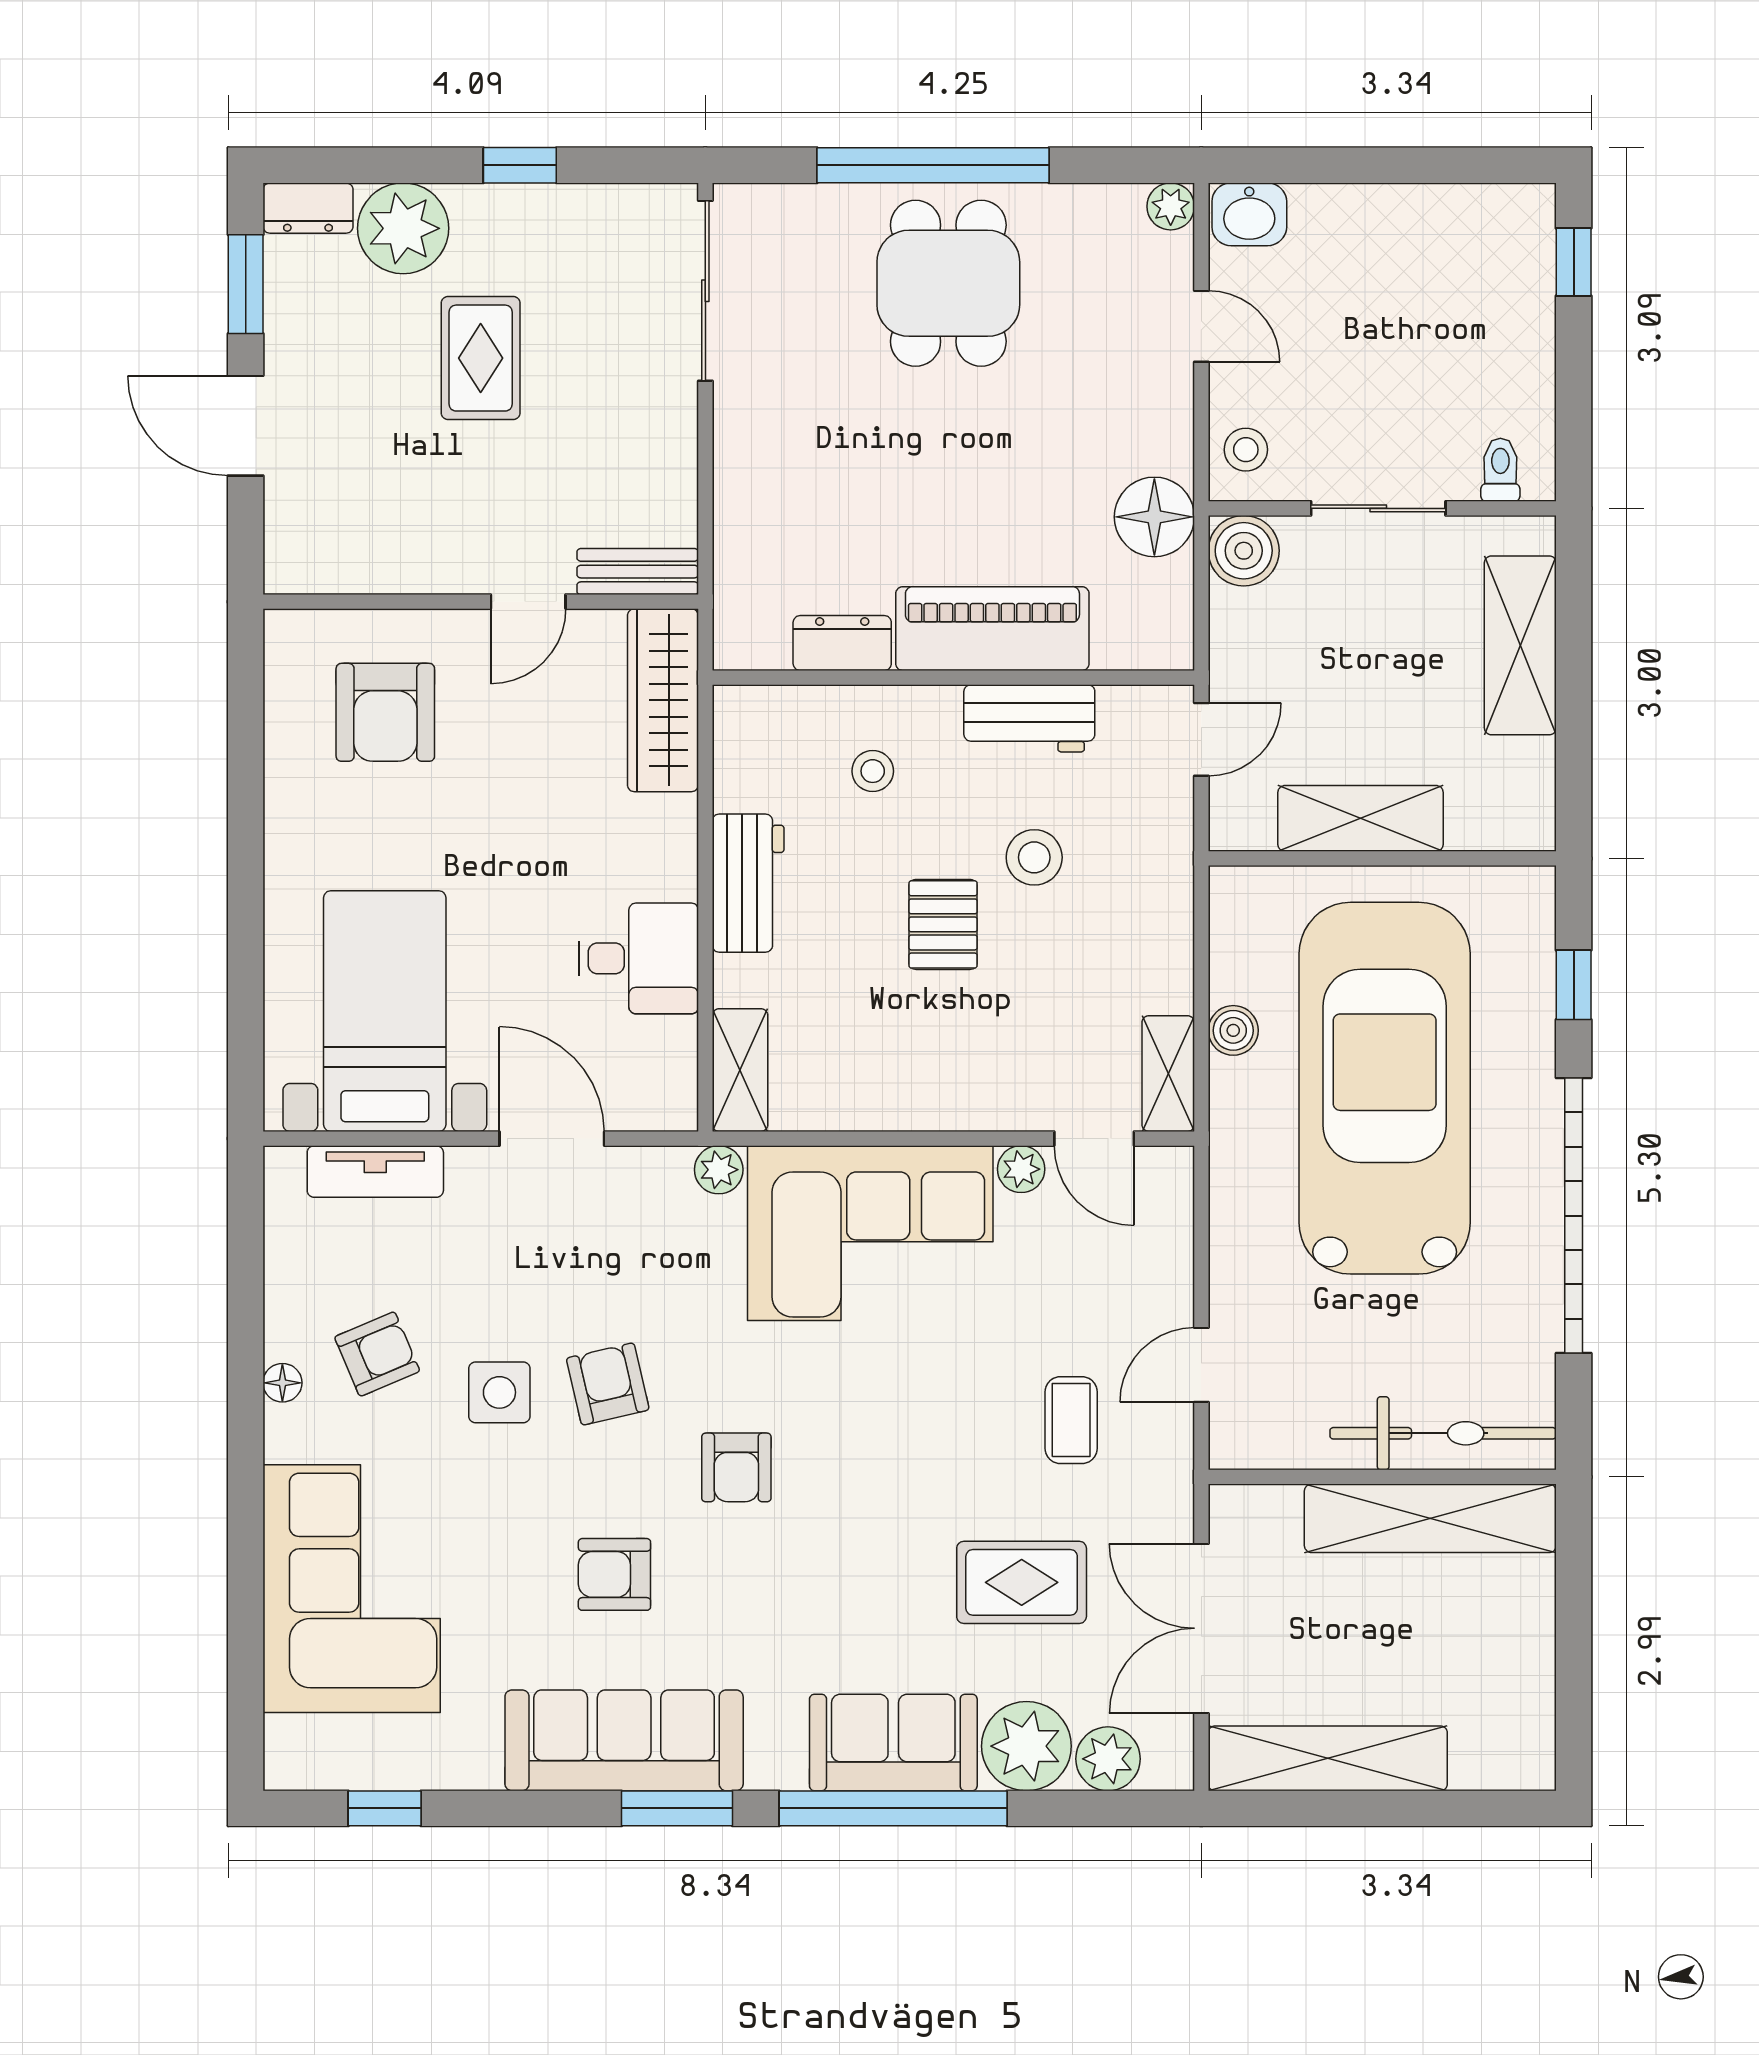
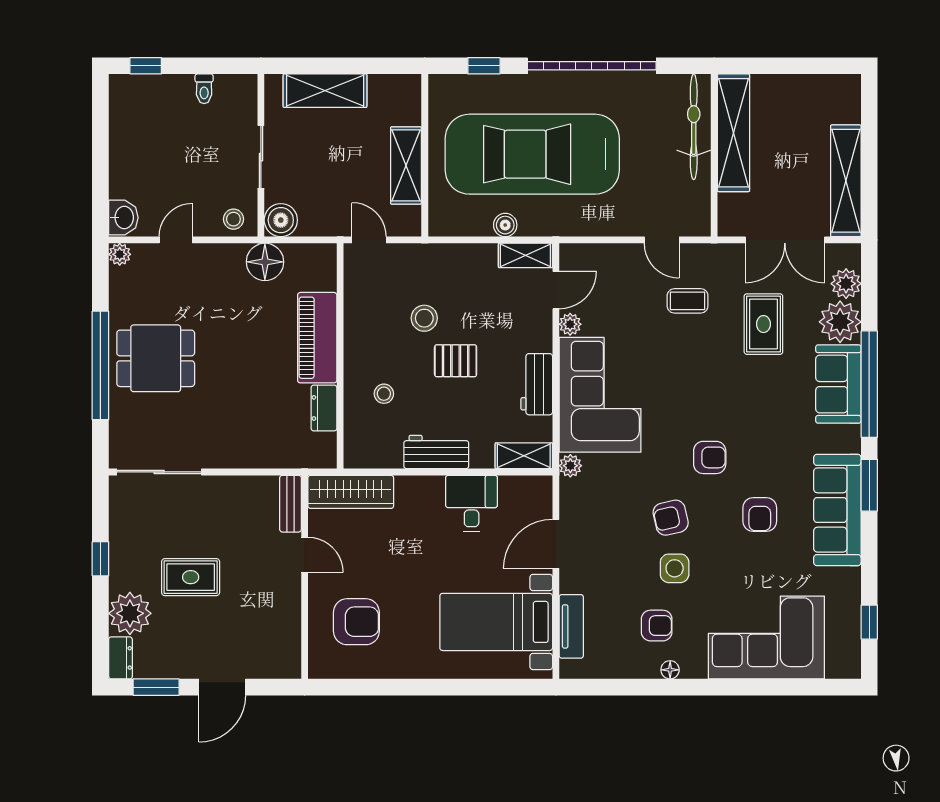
toilet: (1500, 470) -> (204, 89), moved, turned -90
workbench: (1029, 718) -> (537, 384), moved, turned 180
armchair: (377, 1354) -> (657, 626), turned 113

